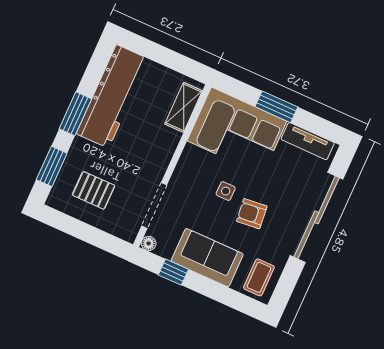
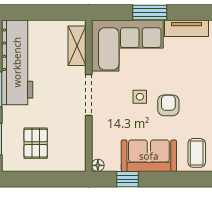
pallet: (94, 190) -> (36, 143), turned 90
doorway: (154, 205) -> (89, 95), moved
armchair: (252, 214) -> (168, 105), turned 96

